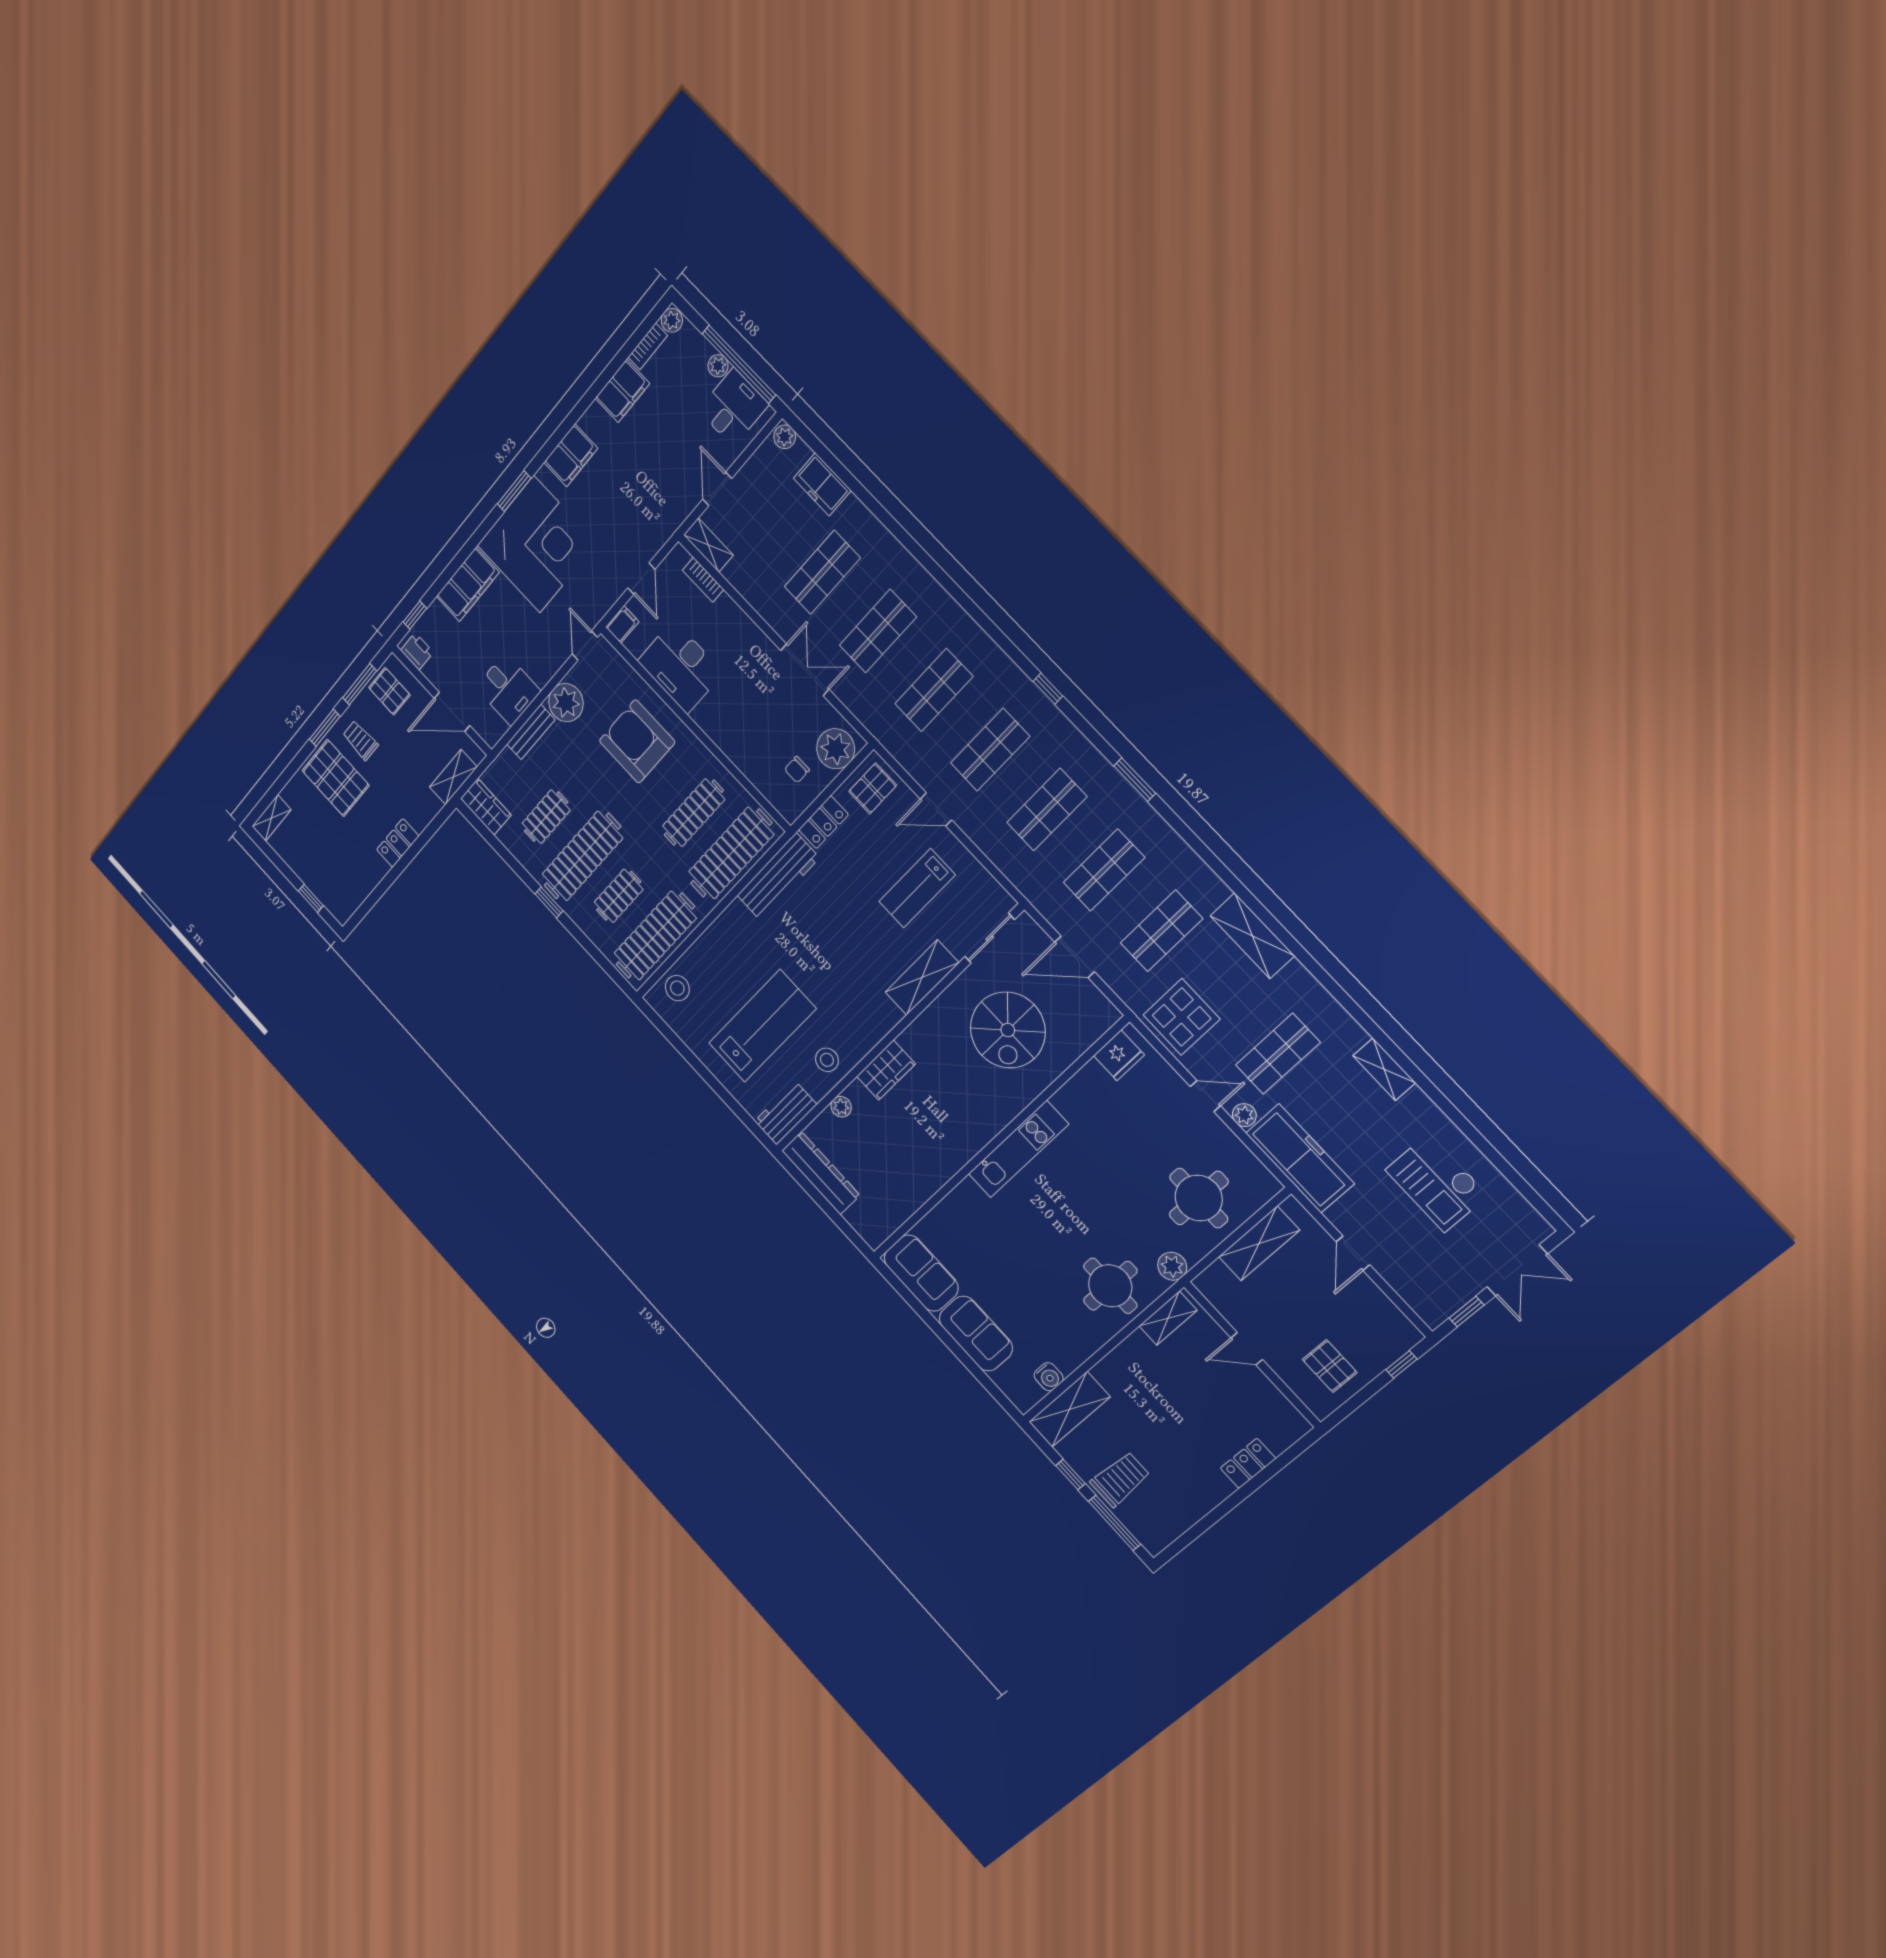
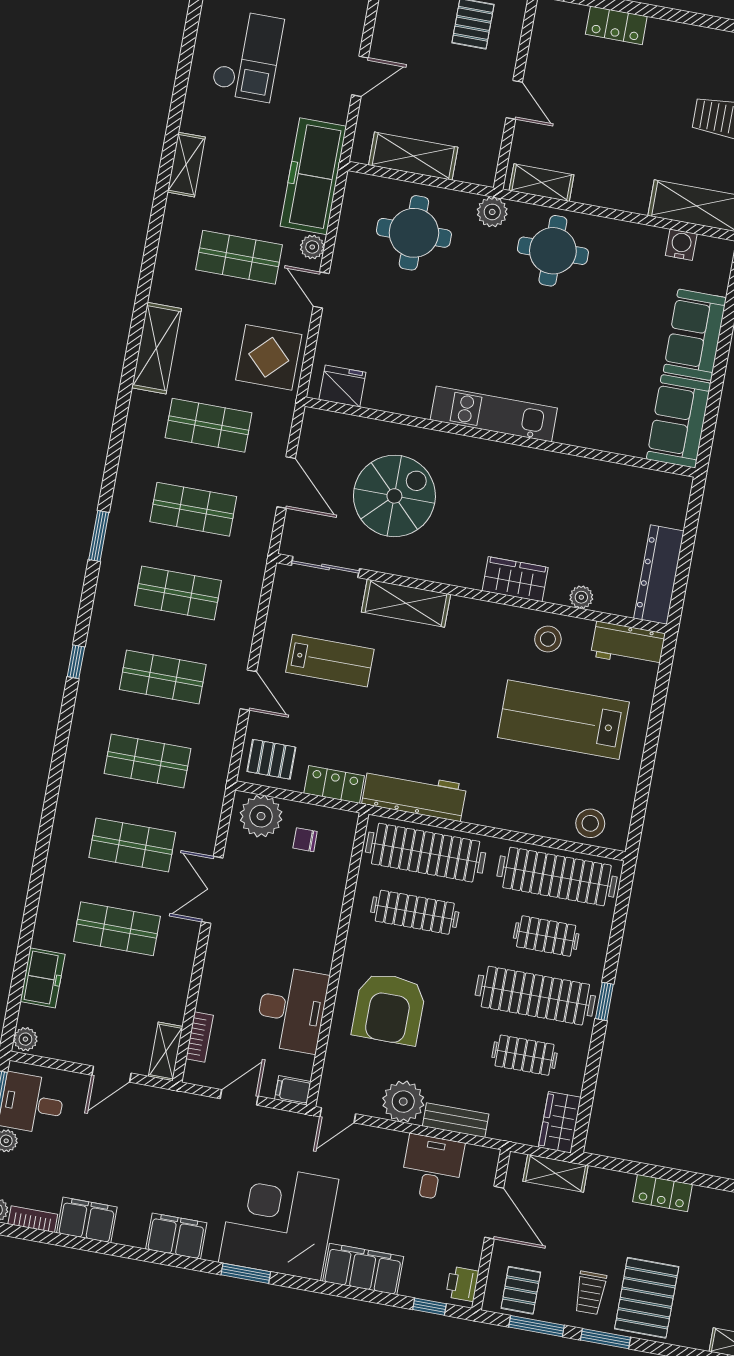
chair: (797, 770) -> (305, 840), turned 180

